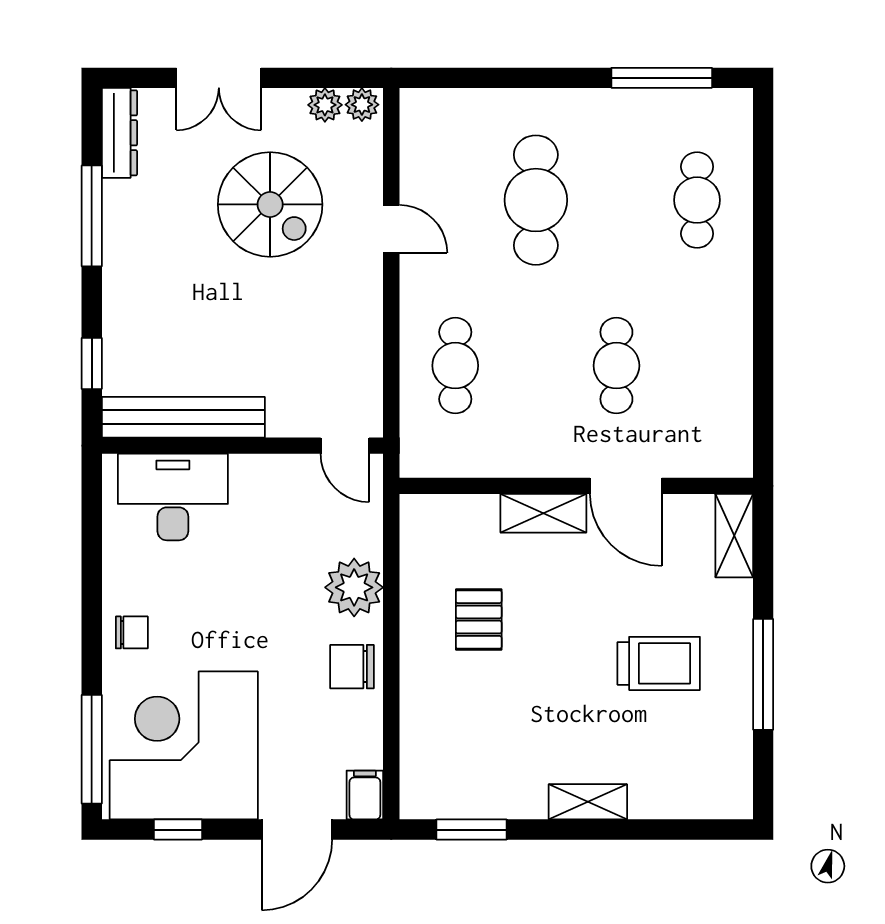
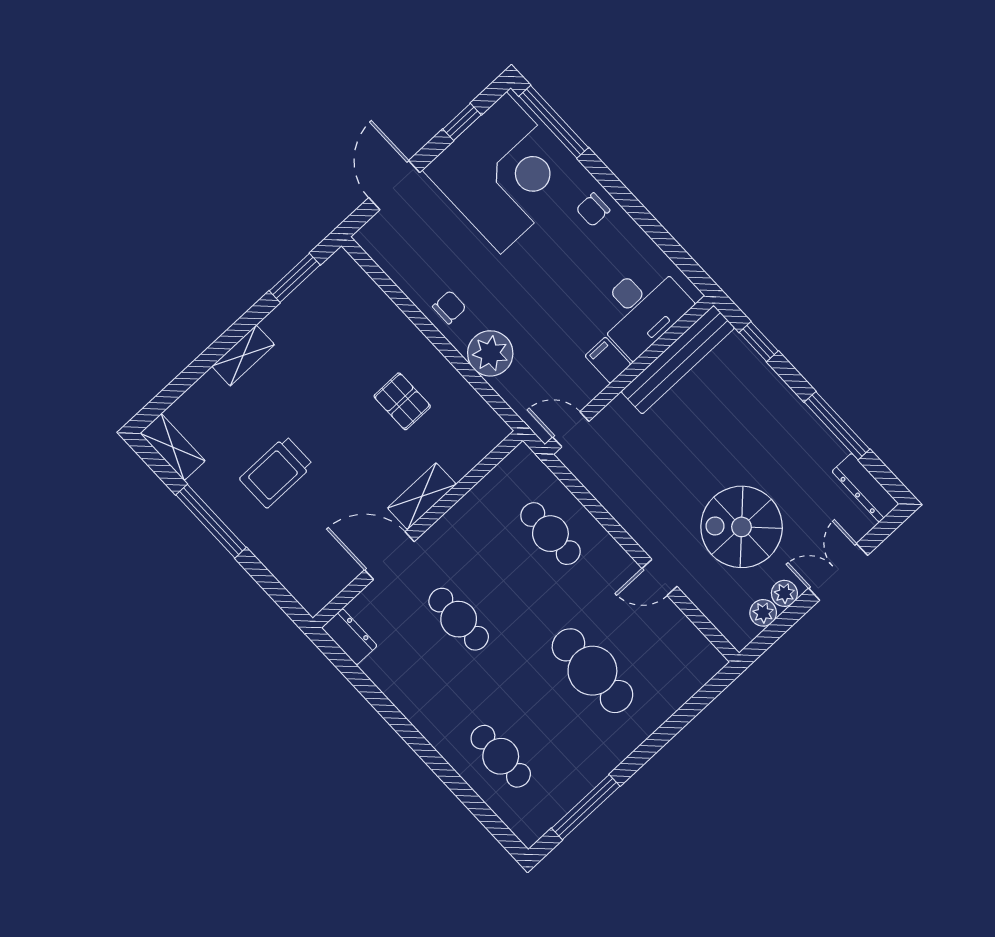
plant: (362, 105) -> (784, 593), moved
dresser: (734, 445) -> (349, 637), added
shelving: (734, 536) -> (173, 447), moved
chair: (352, 667) -> (449, 307), width x0.73, depth x0.73
filing cabinet: (365, 795) -> (608, 360), moved, turned 180

